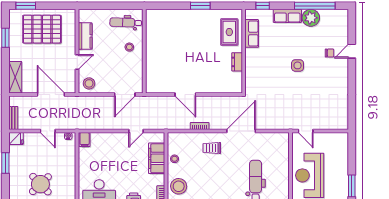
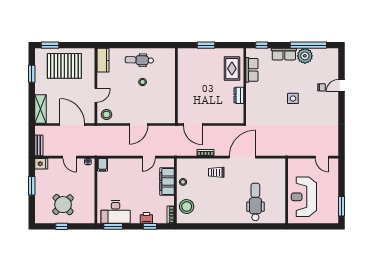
kitchen counter: (85, 36) -> (103, 60), moved
wall: (144, 51) -> (176, 86), moved
door: (306, 131) -> (322, 157), moved

